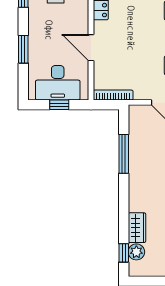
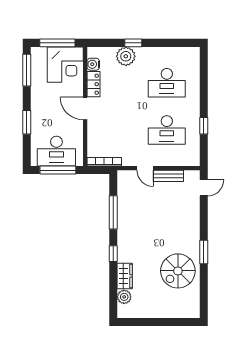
door: (91, 48) -> (85, 108), moved
window: (59, 105) -> (58, 170), width x2.17
window: (124, 253) -> (113, 254), moved

